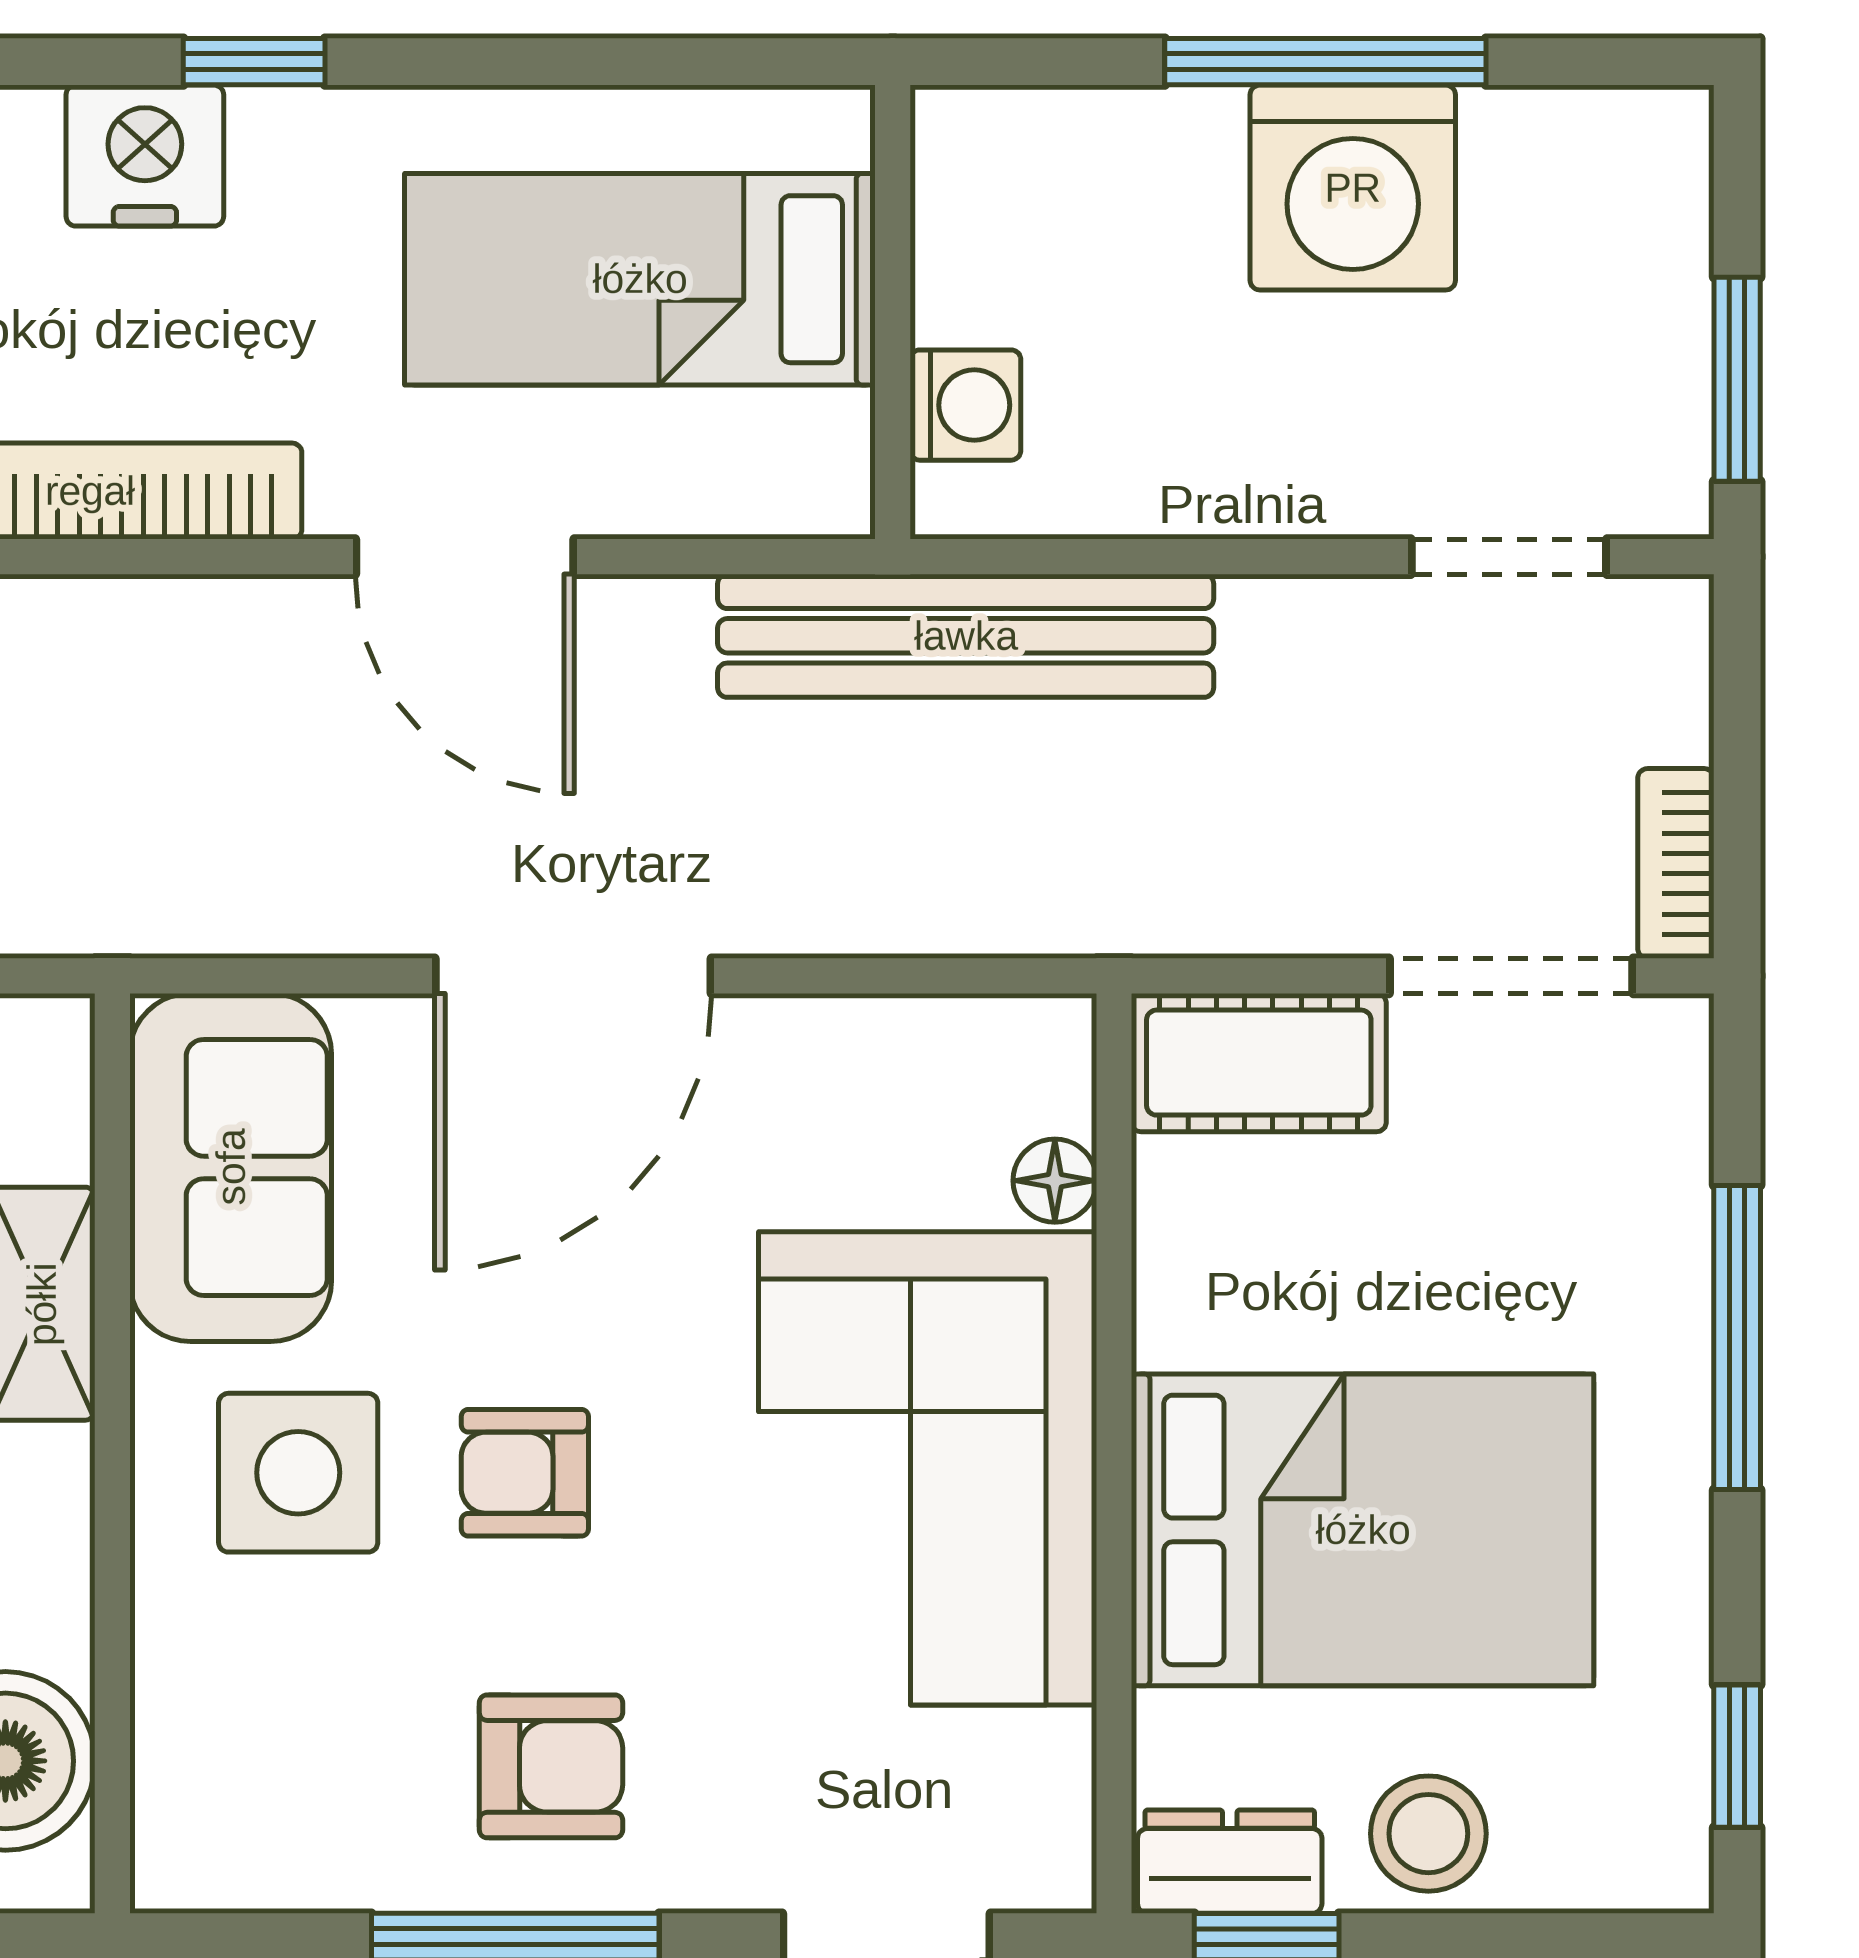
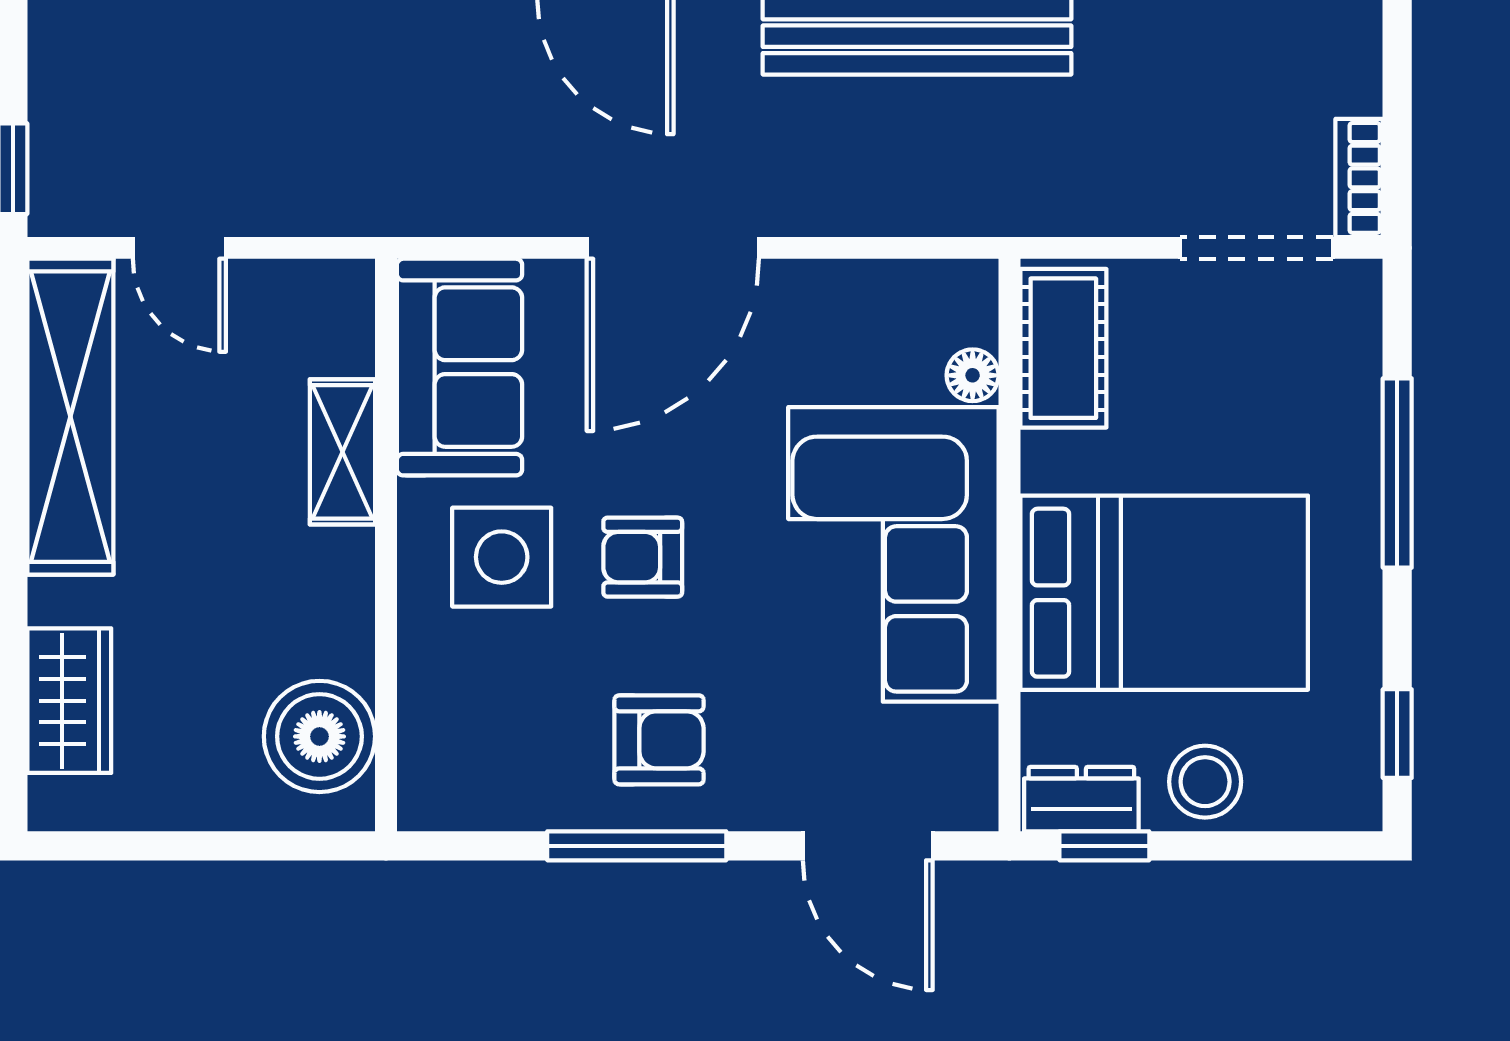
cot: (1259, 1063) -> (1063, 348), moved, turned 90

